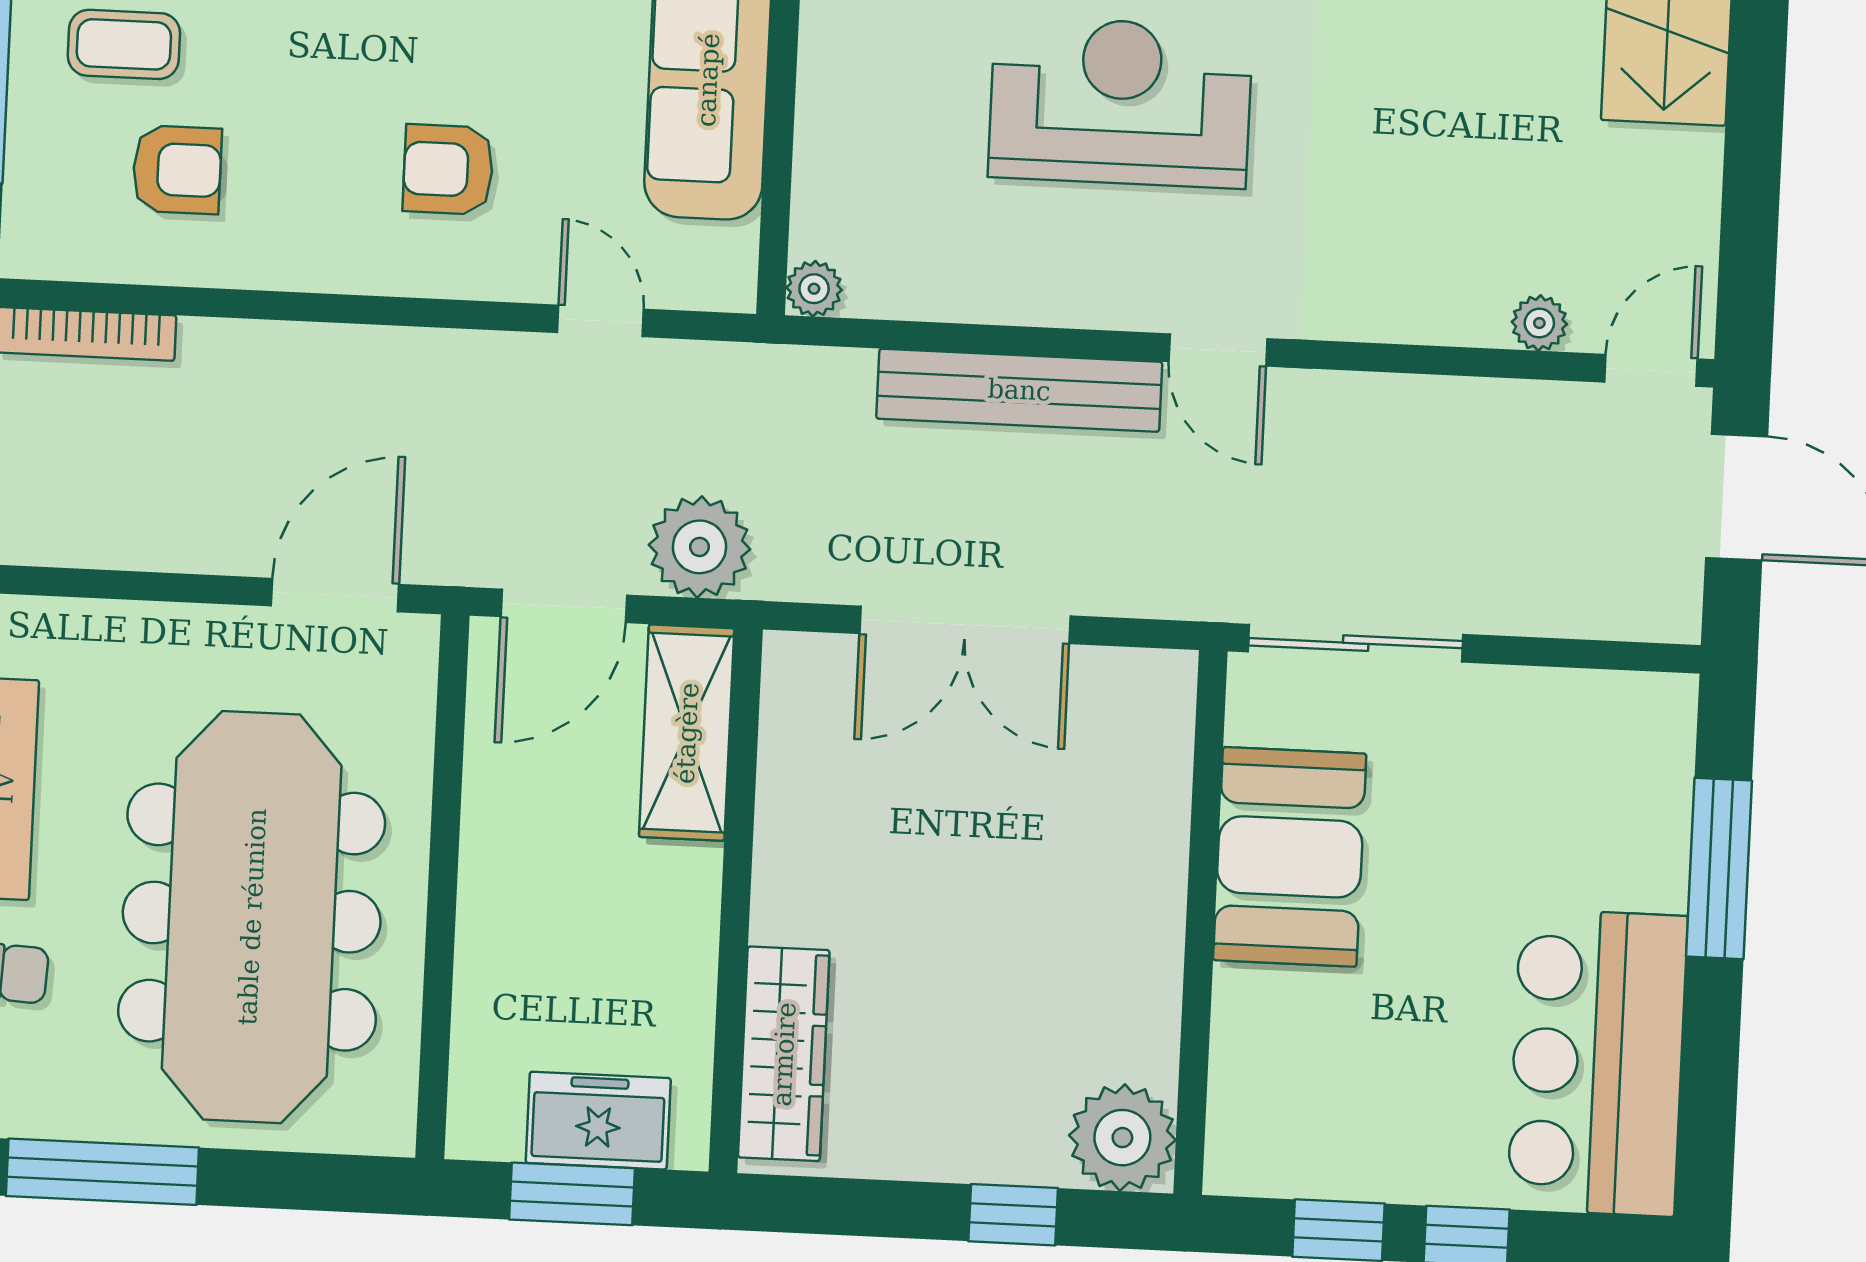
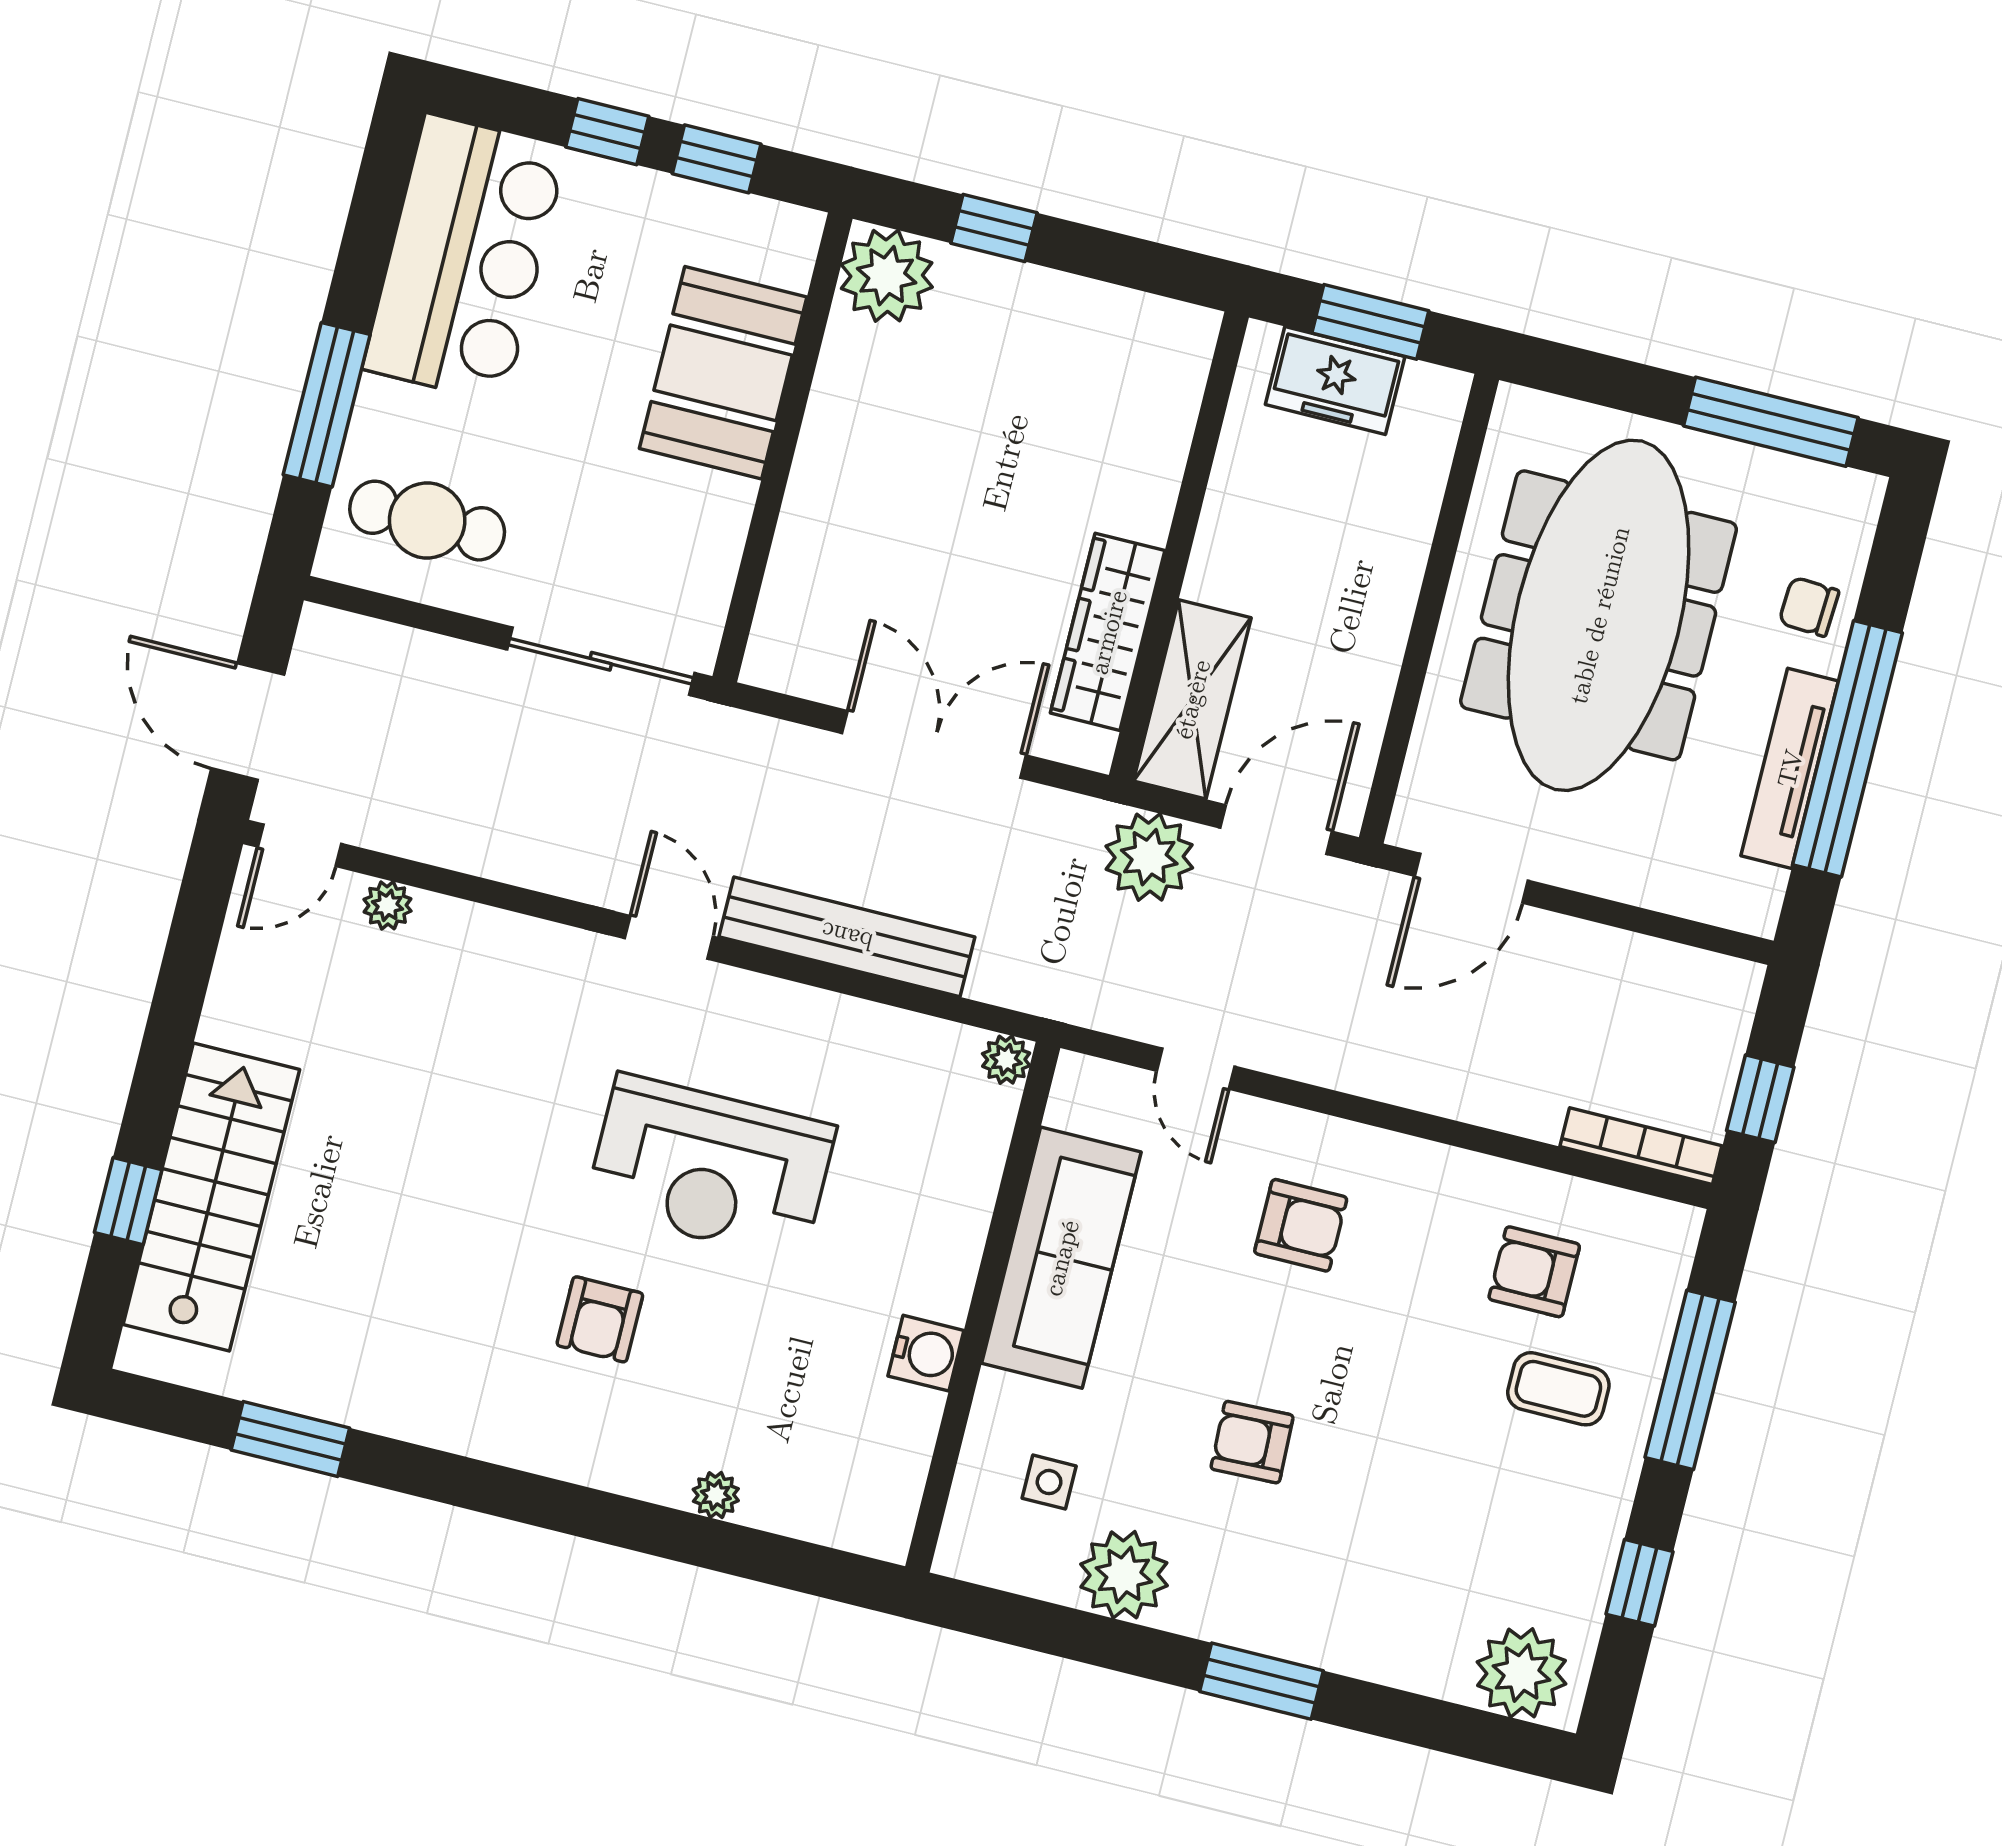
cafe table: (1581, 762) -> (427, 521), added
booth: (1290, 857) -> (723, 373), moved
wardrobe: (784, 1054) -> (1108, 632), moved

